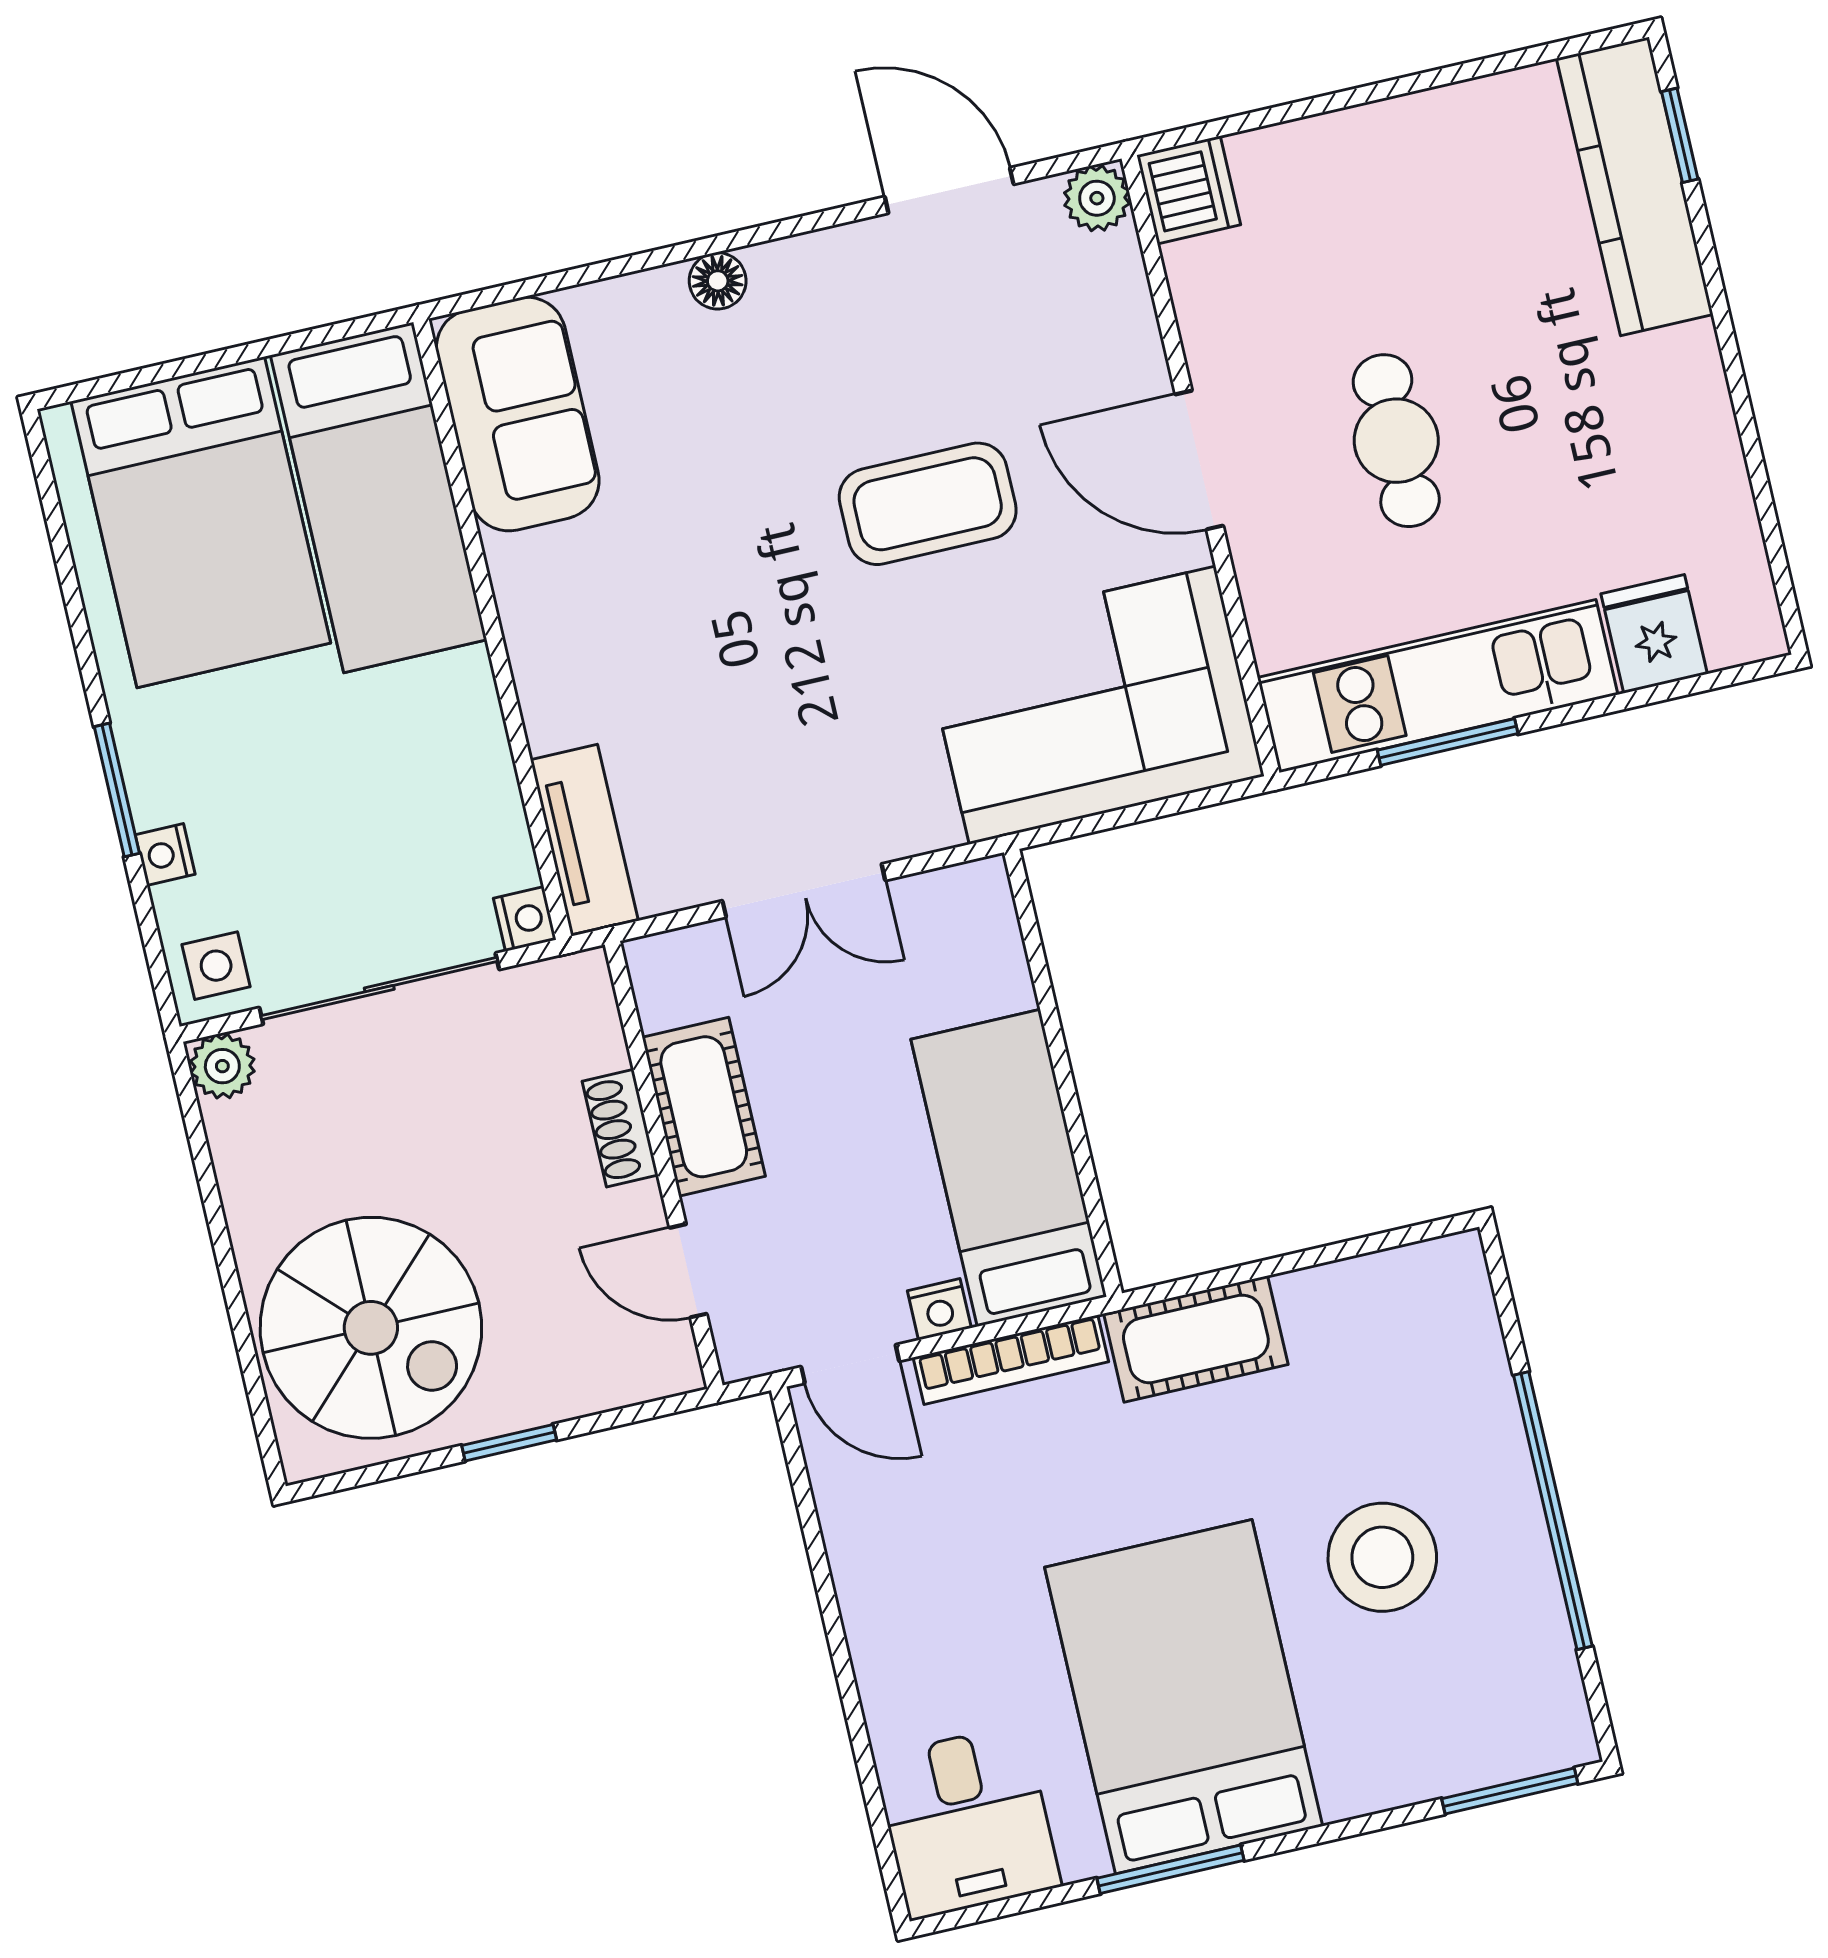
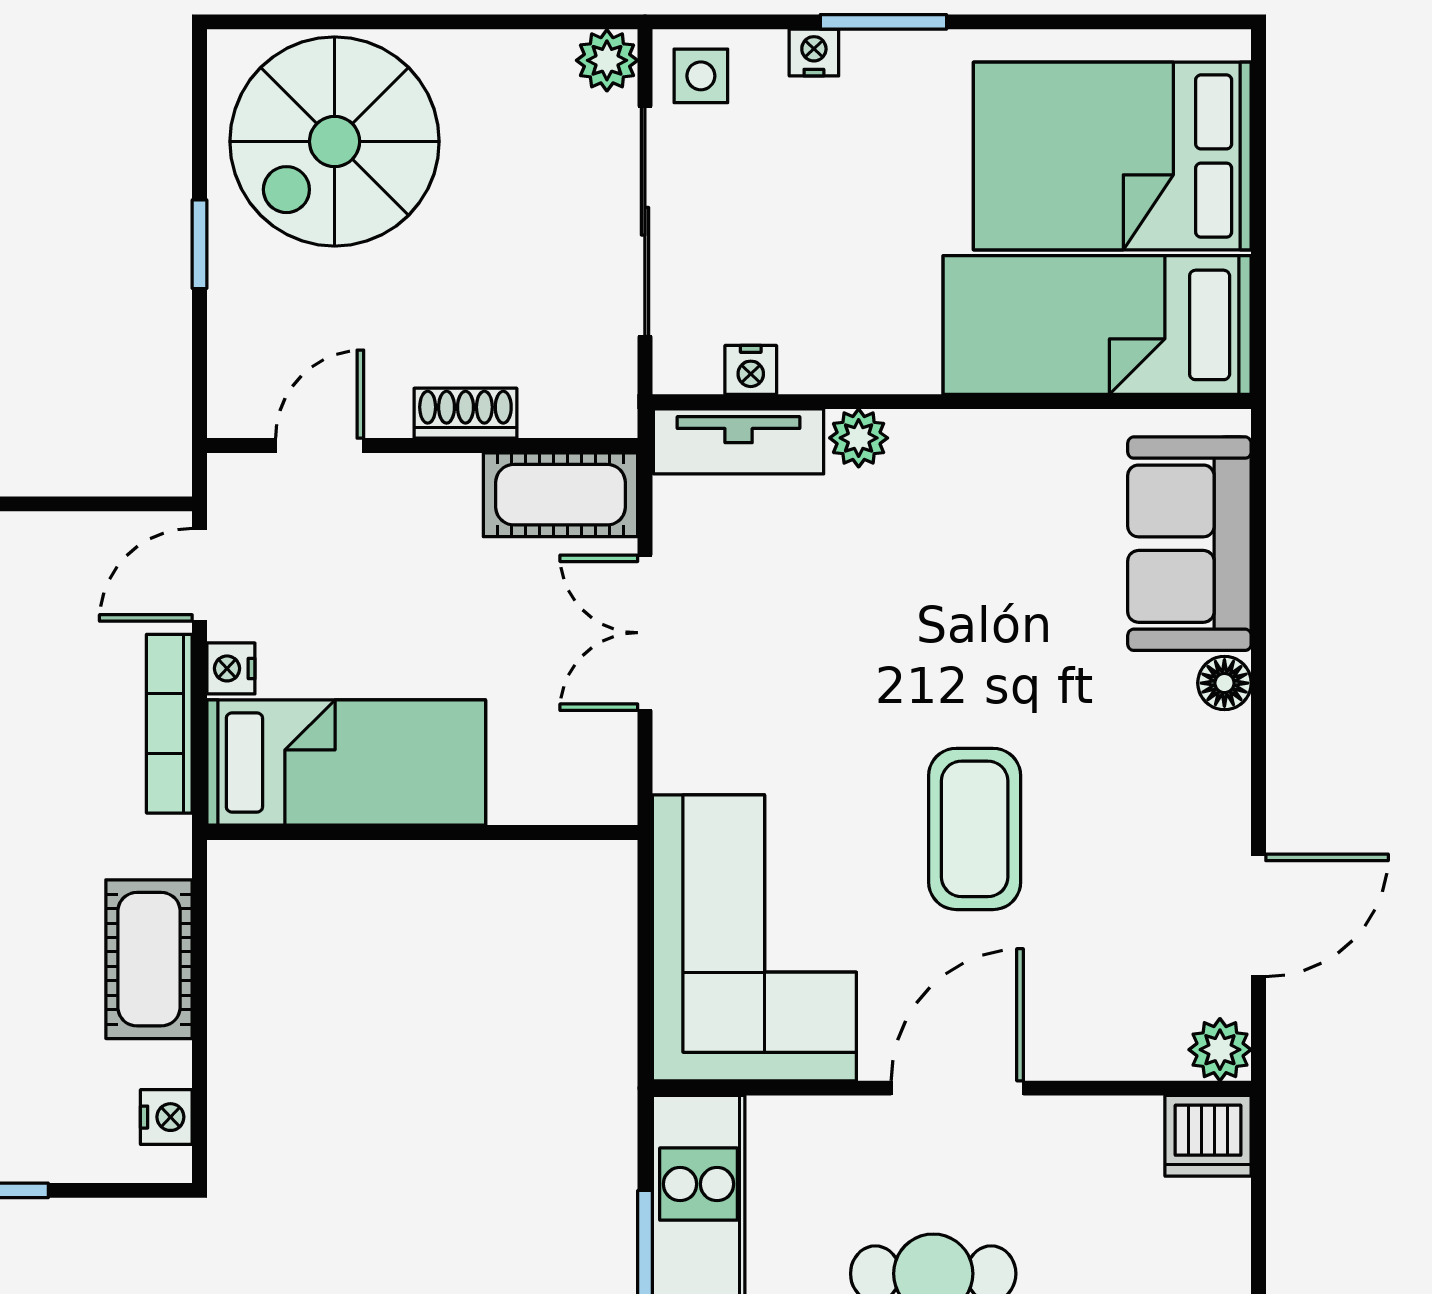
sofa: (518, 414) -> (1189, 544), moved, turned 90
plant: (552, 717) -> (859, 438), added
nightstand: (525, 919) -> (751, 370), moved
cot: (704, 1107) -> (561, 495), moved
nightstand: (1417, 1269) -> (166, 1117), added
cot: (1196, 1339) -> (149, 959), moved

